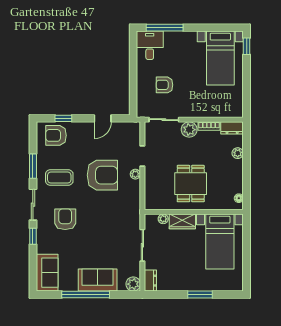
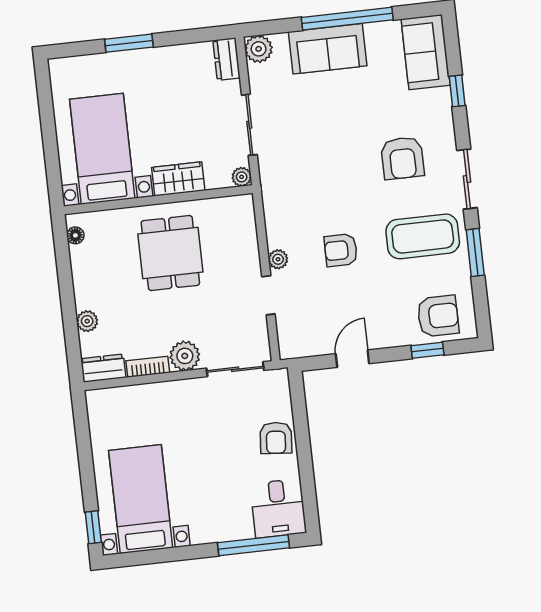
armchair: (164, 85) -> (276, 438), moved, turned 95
armchair: (102, 175) -> (341, 250), width x0.53, depth x0.53
coffee table: (59, 178) -> (423, 236), width x1.36, depth x1.32
plant: (163, 219) -> (242, 177), moved
window: (33, 236) -> (457, 91), moved

